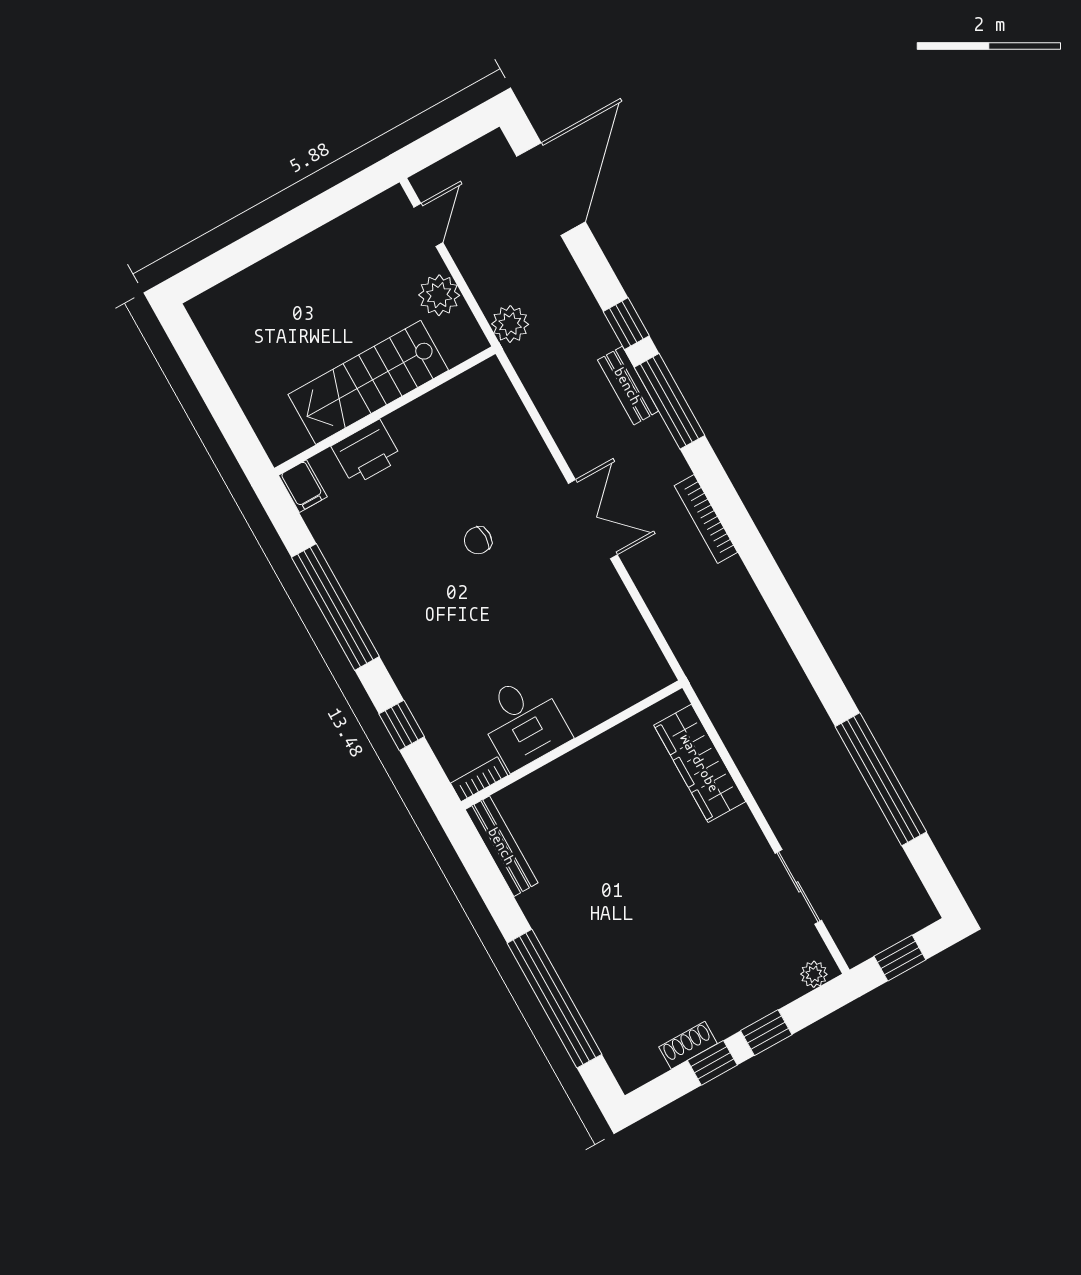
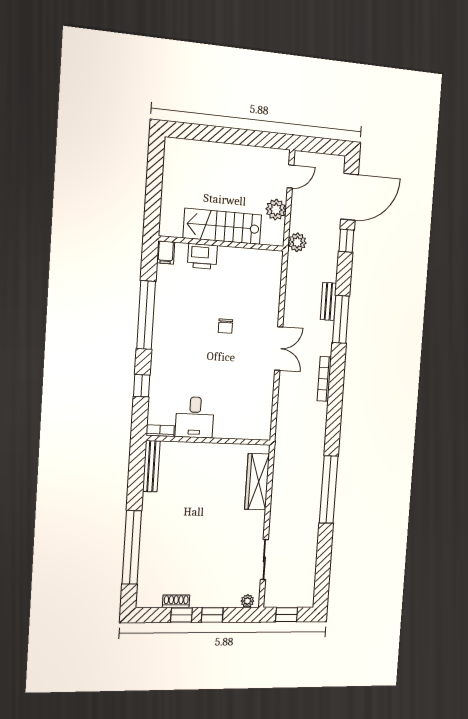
window: (626, 324) -> (346, 241), moved
chair: (478, 540) -> (225, 326), turned -90
window: (881, 779) -> (329, 489), moved

